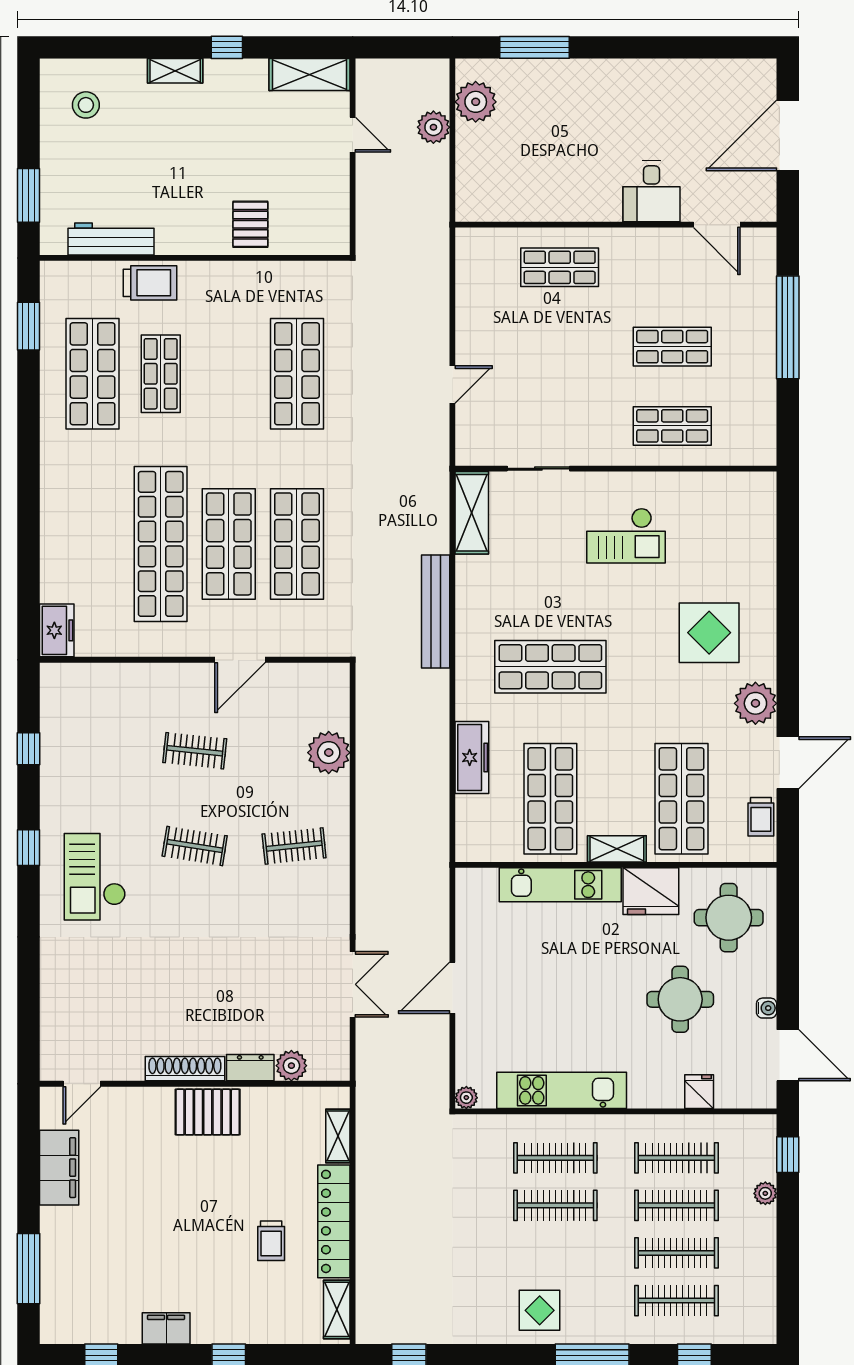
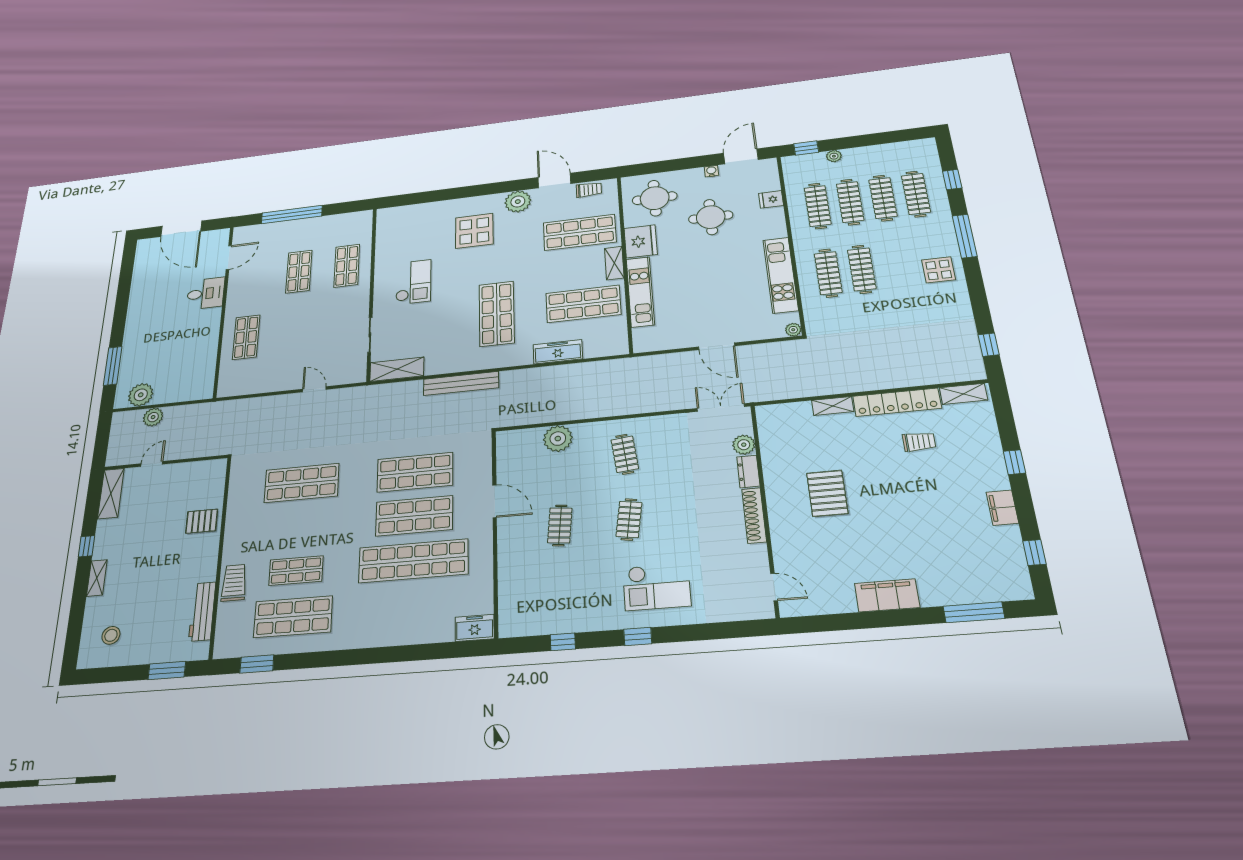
plant: (291, 1066) -> (744, 445), moved
dresser: (250, 1068) -> (748, 471), moved
shoe rack: (185, 1069) -> (754, 515), moved
door: (82, 1084) -> (774, 587), moved
wall: (195, 1084) -> (765, 508), moved

